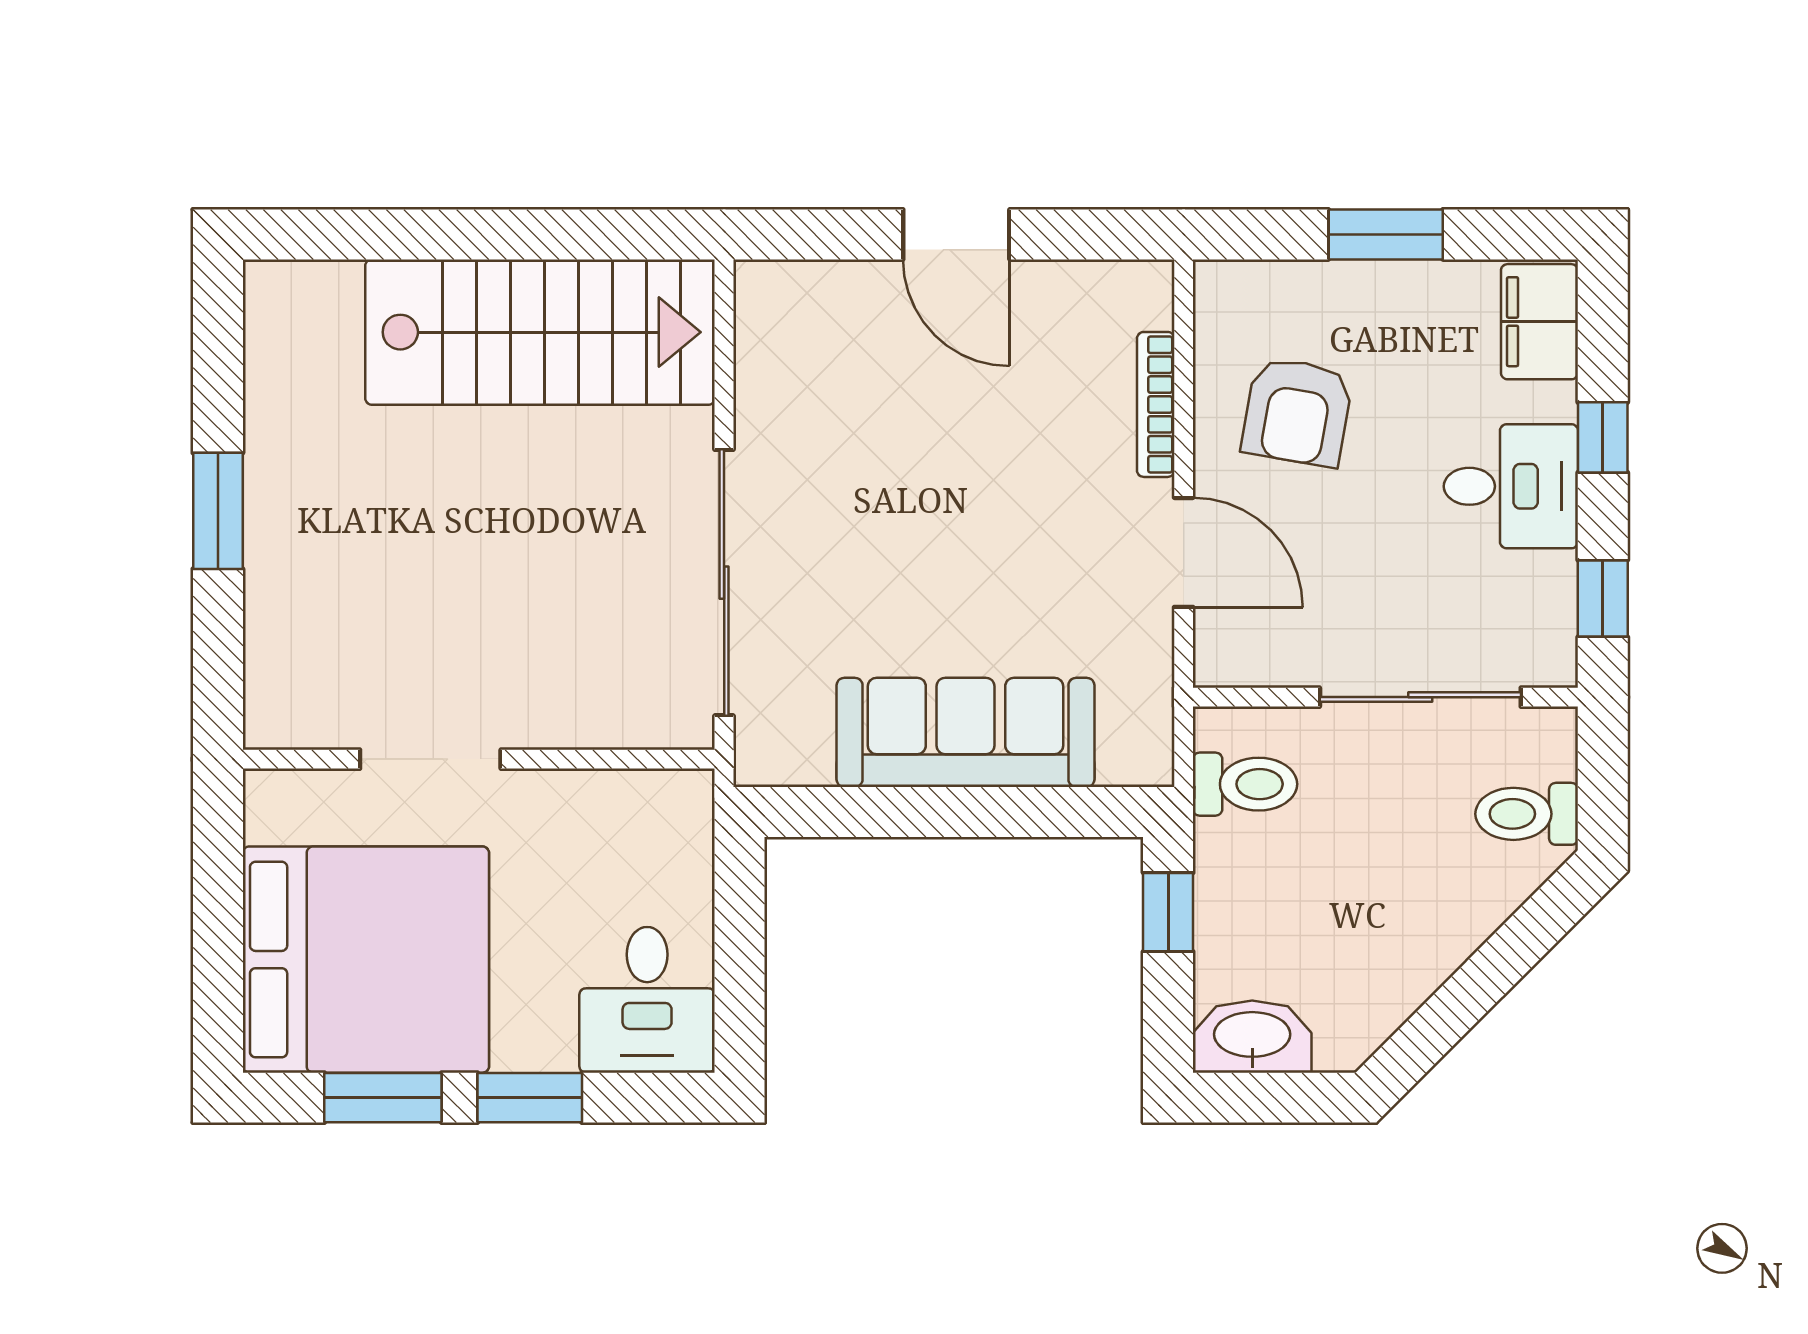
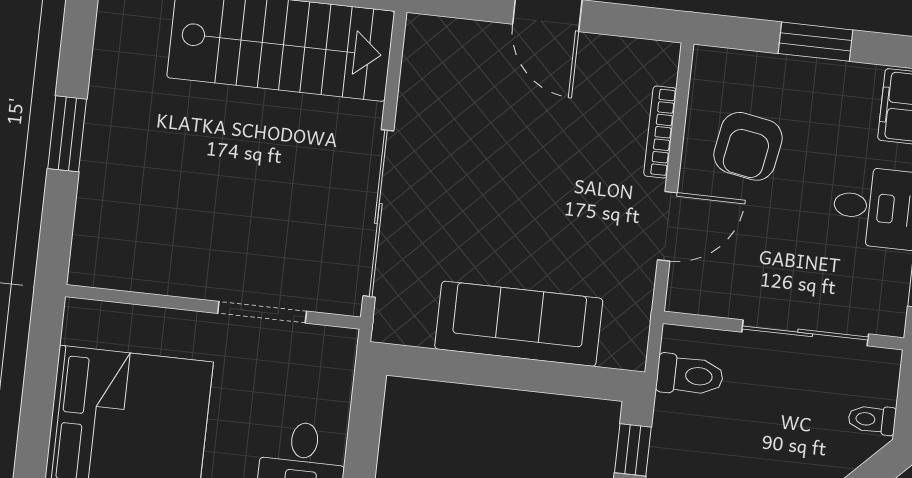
door: (1184, 552) -> (667, 226), hinge flipped
doorway: (430, 759) -> (262, 312), moved
toilet: (1527, 814) -> (872, 419), width x0.73, depth x0.72

